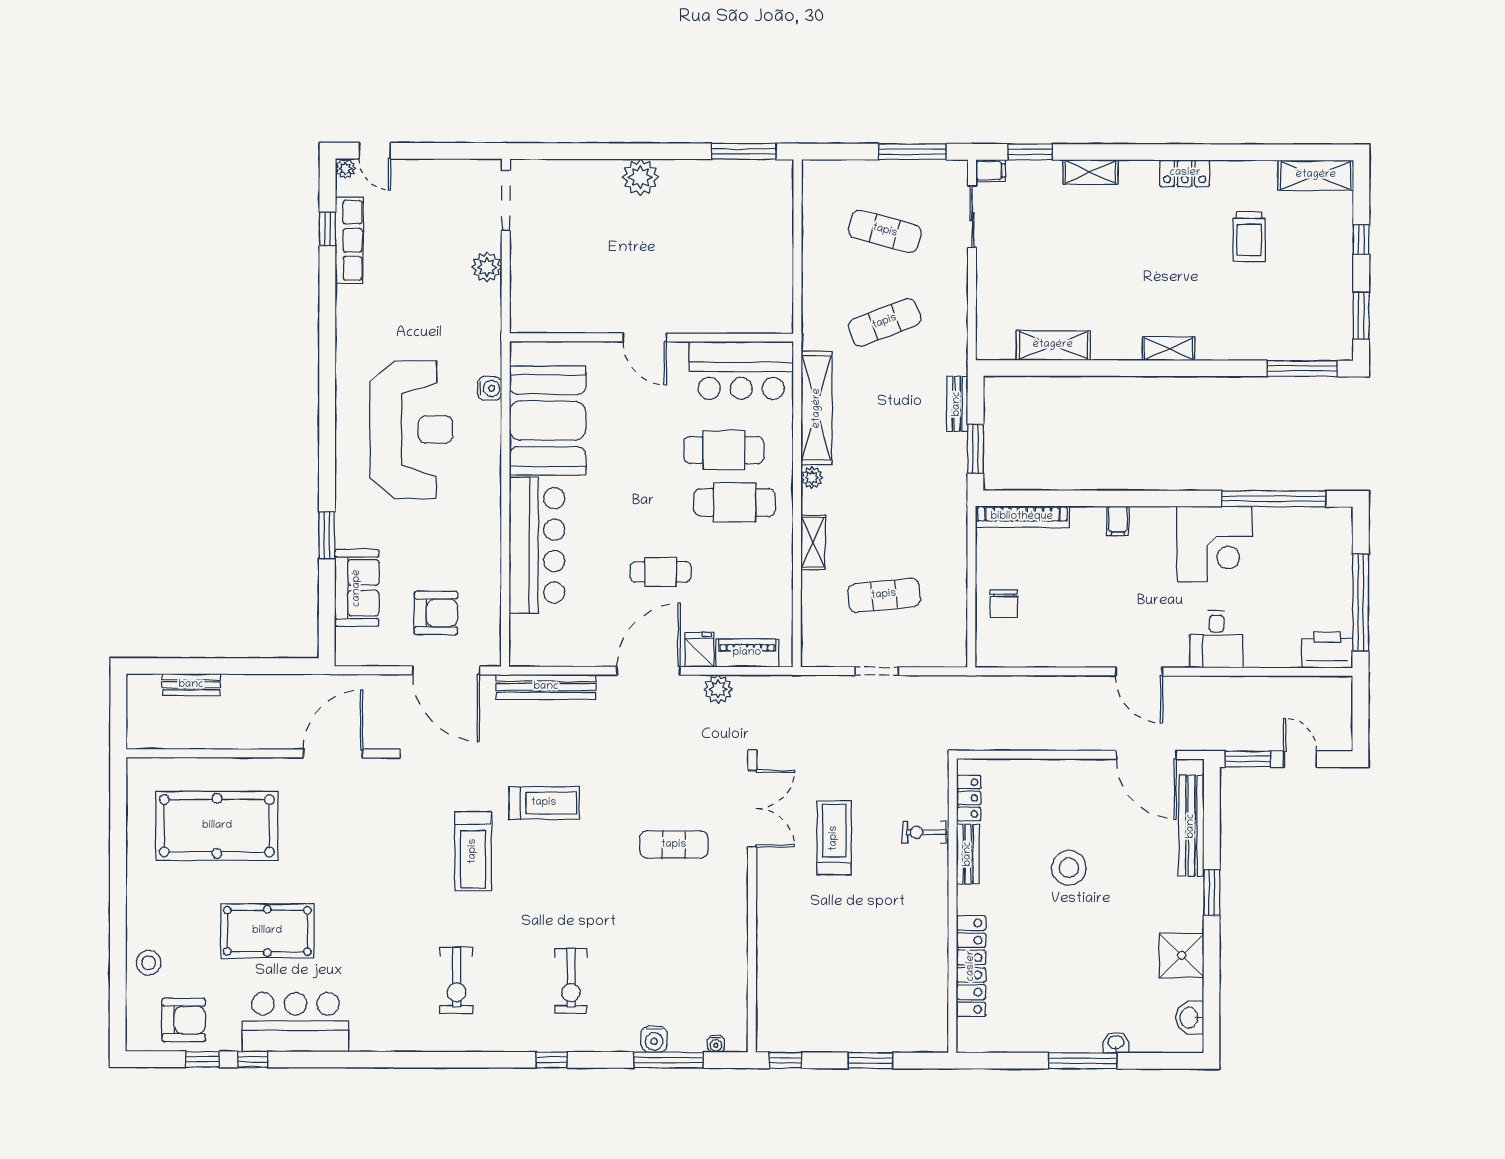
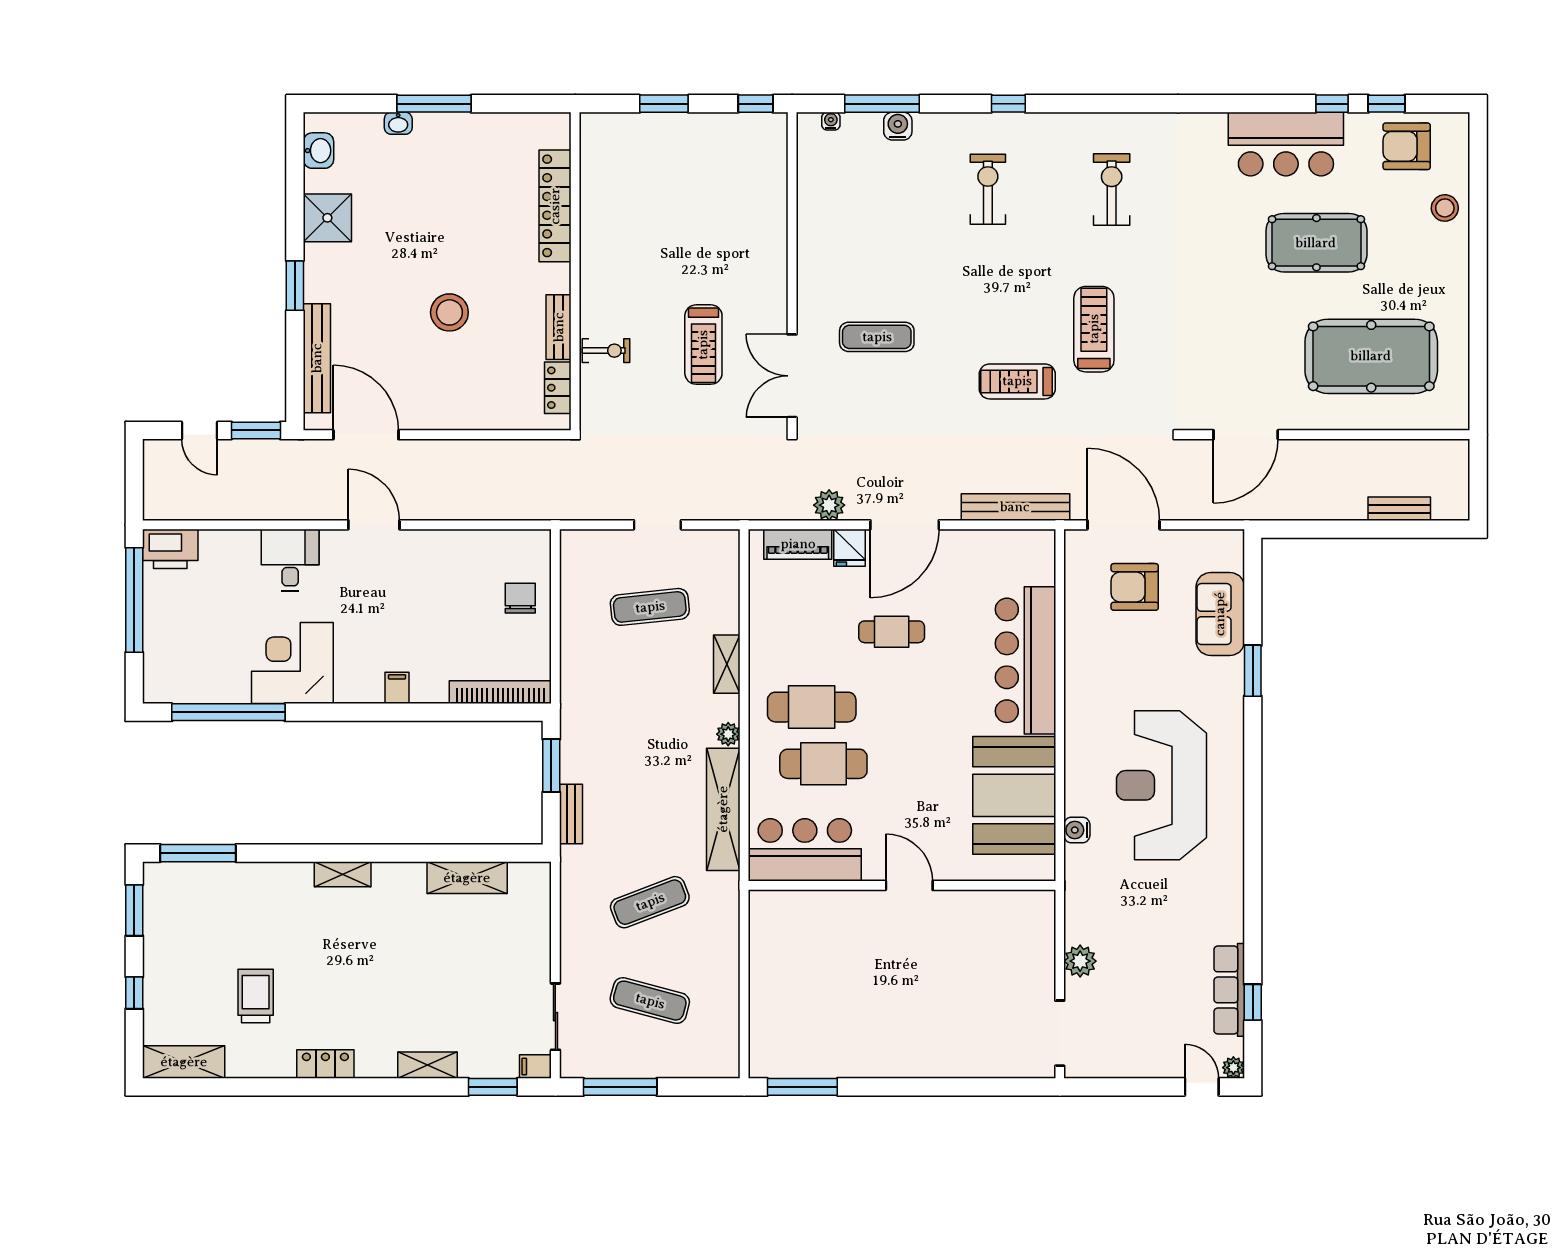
plant: (640, 177) -> (914, 1059), removed

